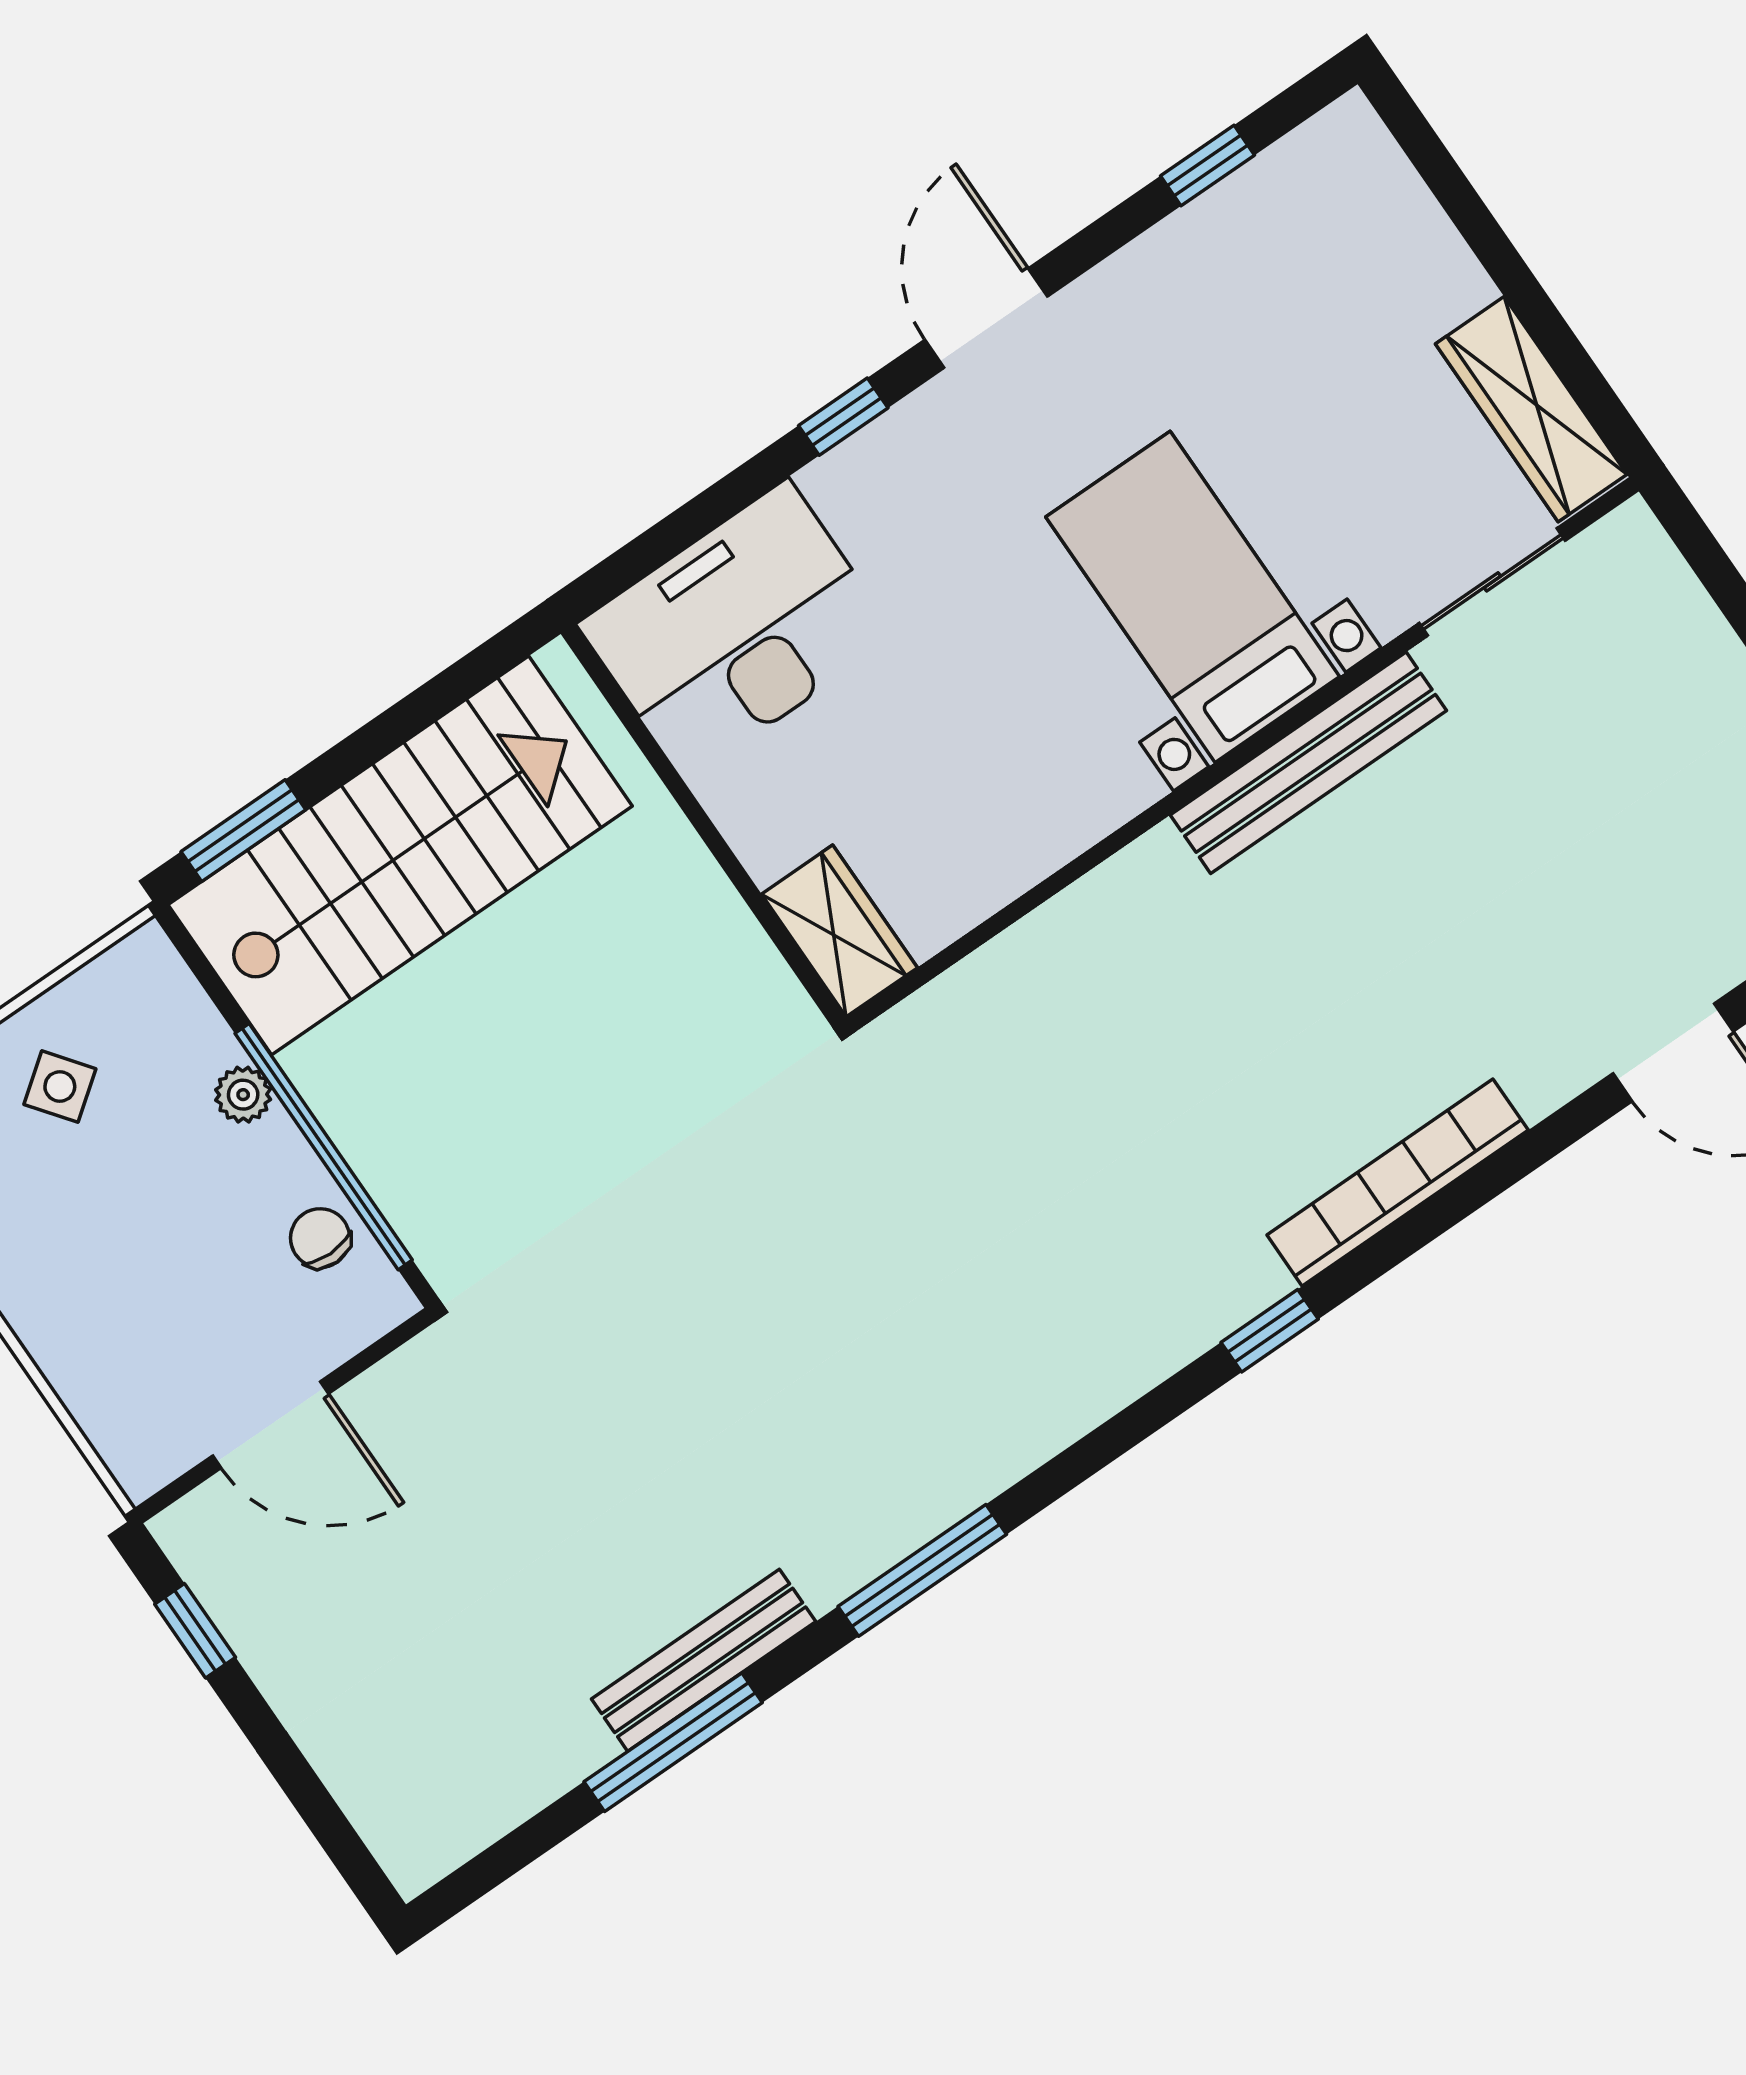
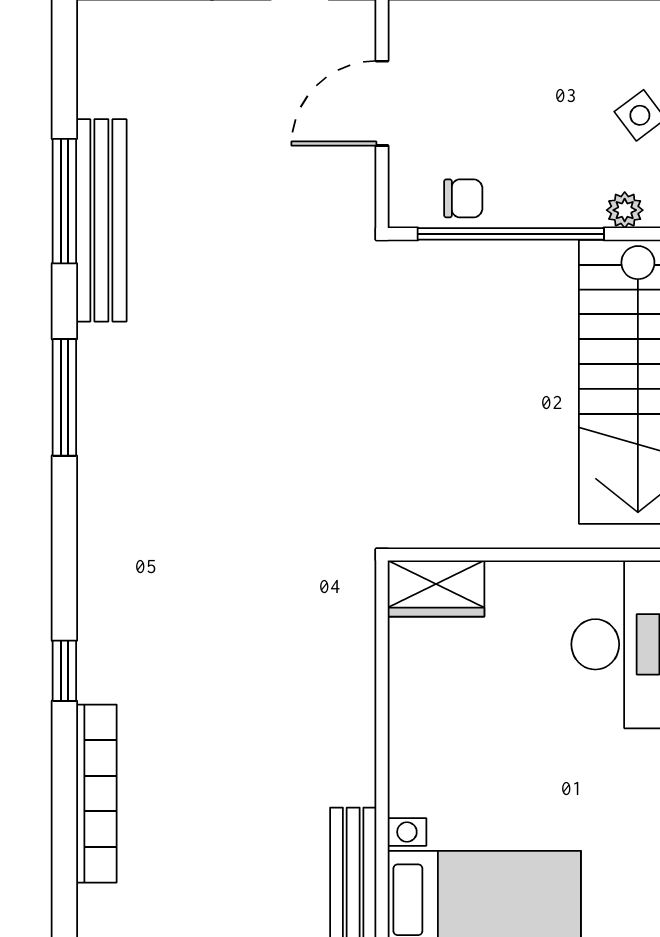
plant: (243, 1095) -> (625, 210), moved
bench: (704, 1660) -> (101, 220), width x1.37, depth x1.21

